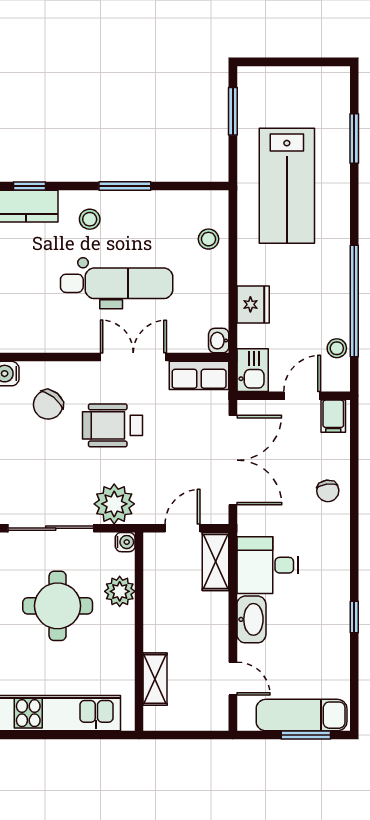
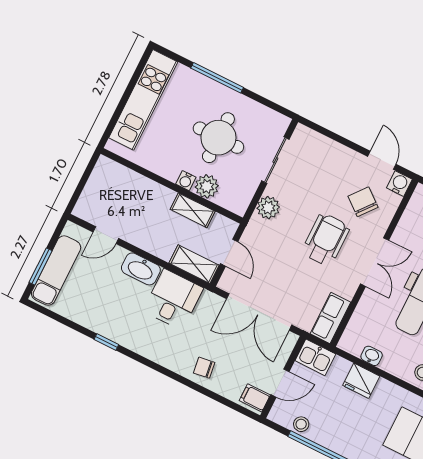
washbasin: (219, 341) -> (372, 356), moved
double door: (133, 357) -> (375, 262), moved
door: (302, 396) -> (280, 383), hinge flipped
plant: (114, 504) -> (268, 208), width x0.73, depth x0.73
sliding door: (51, 528) -> (275, 160), width x0.73
water cooler: (125, 542) -> (186, 181), moved
shelving: (155, 679) -> (193, 210), moved

